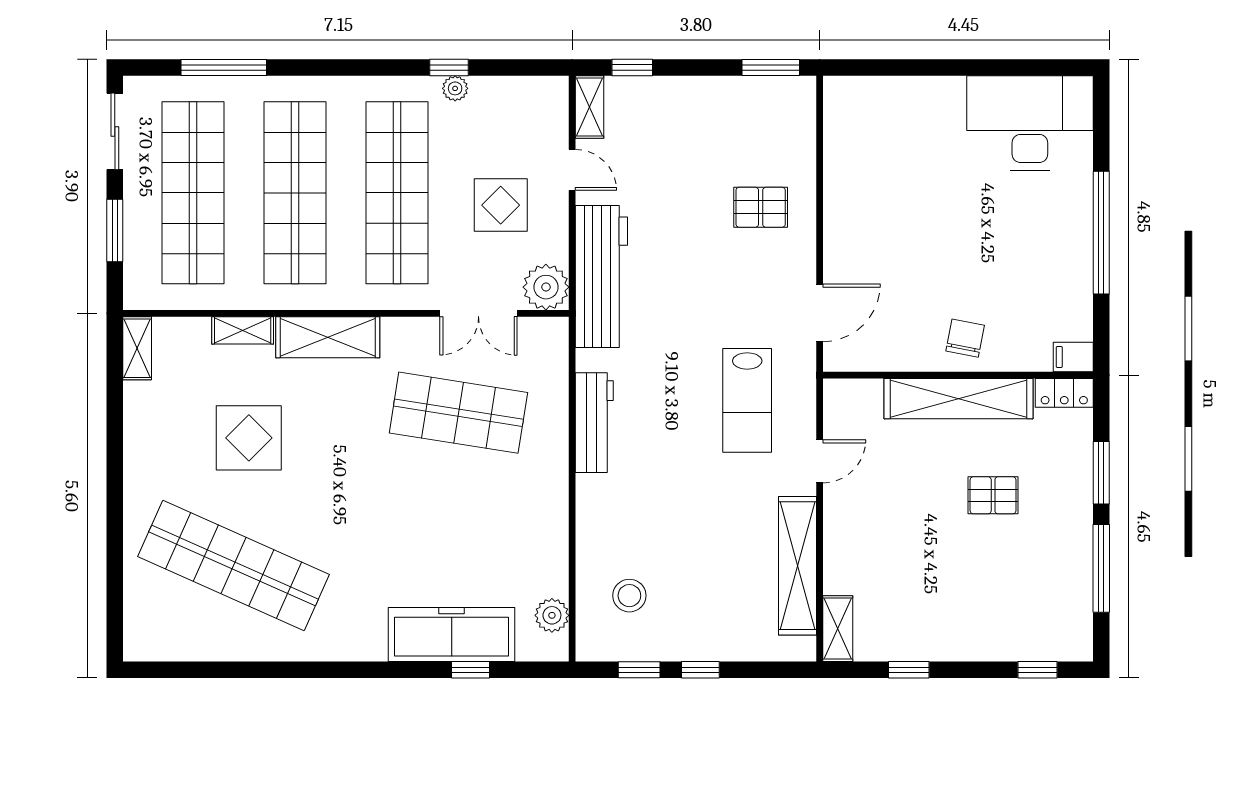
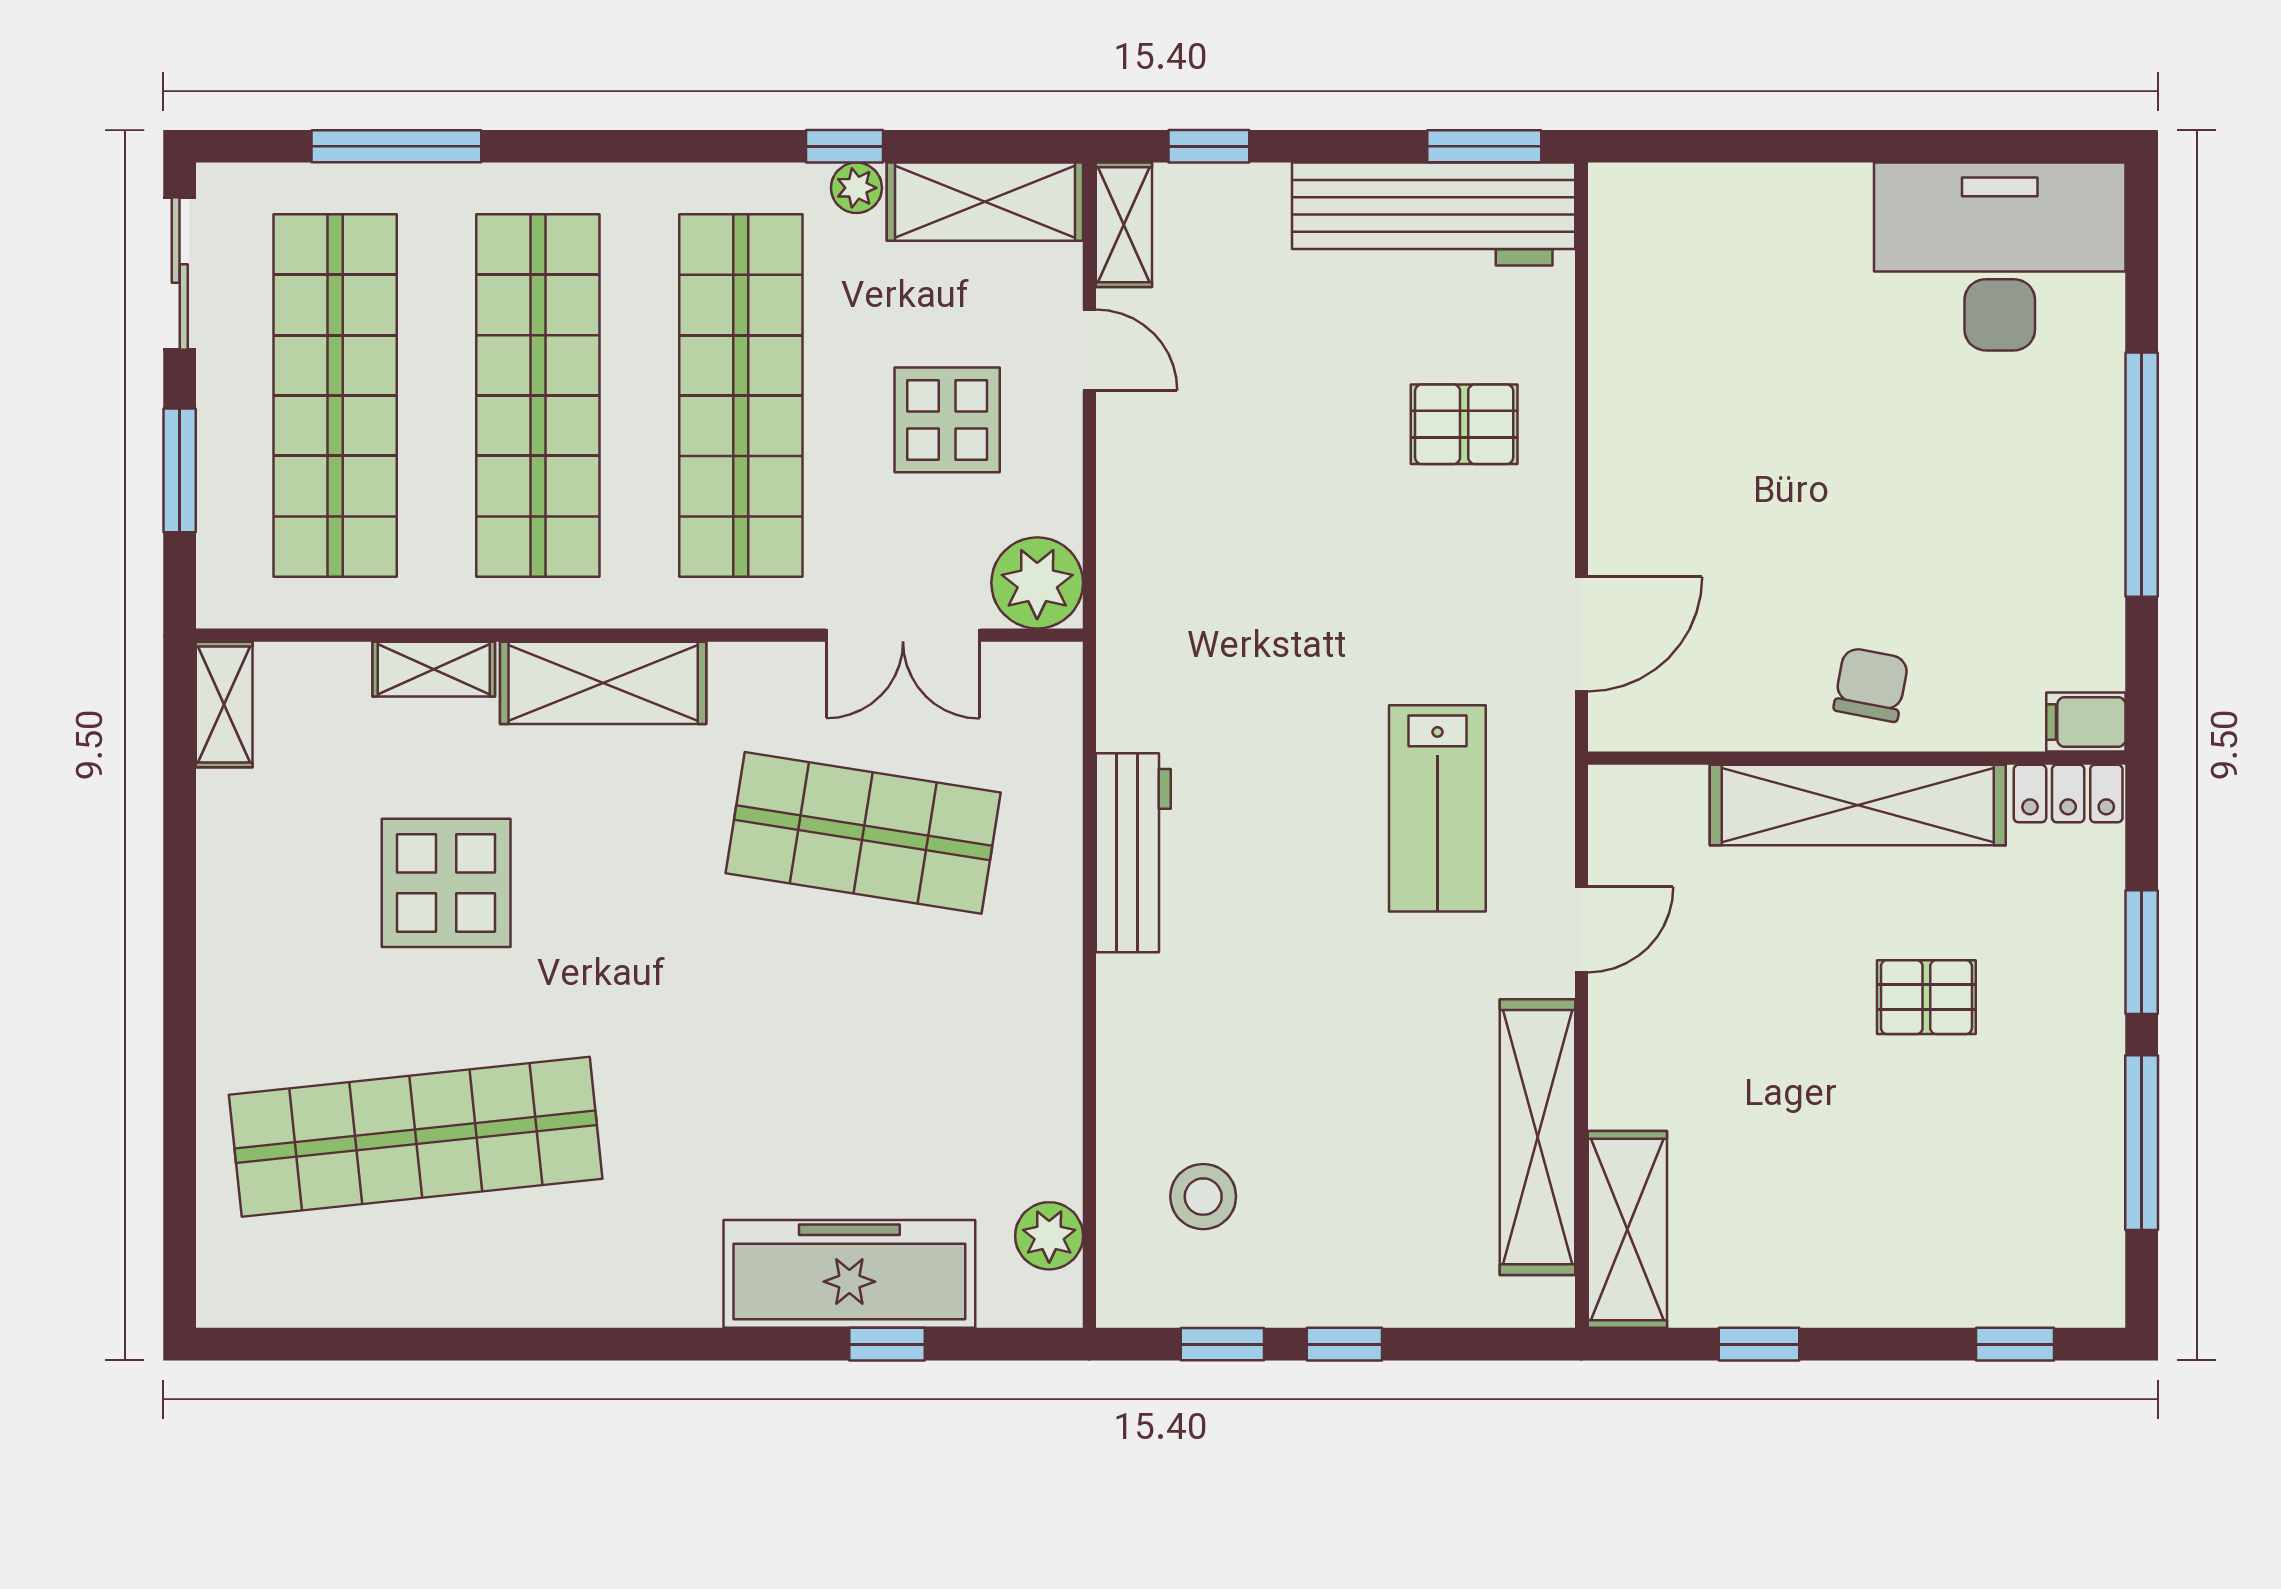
shelving: (520, 95) -> (985, 202), added
workbench: (601, 277) -> (1434, 214), moved, turned 90
shop shelf: (234, 565) -> (416, 1137), turned -30
shelving: (838, 629) -> (1627, 1229), width x1.50, depth x1.33

